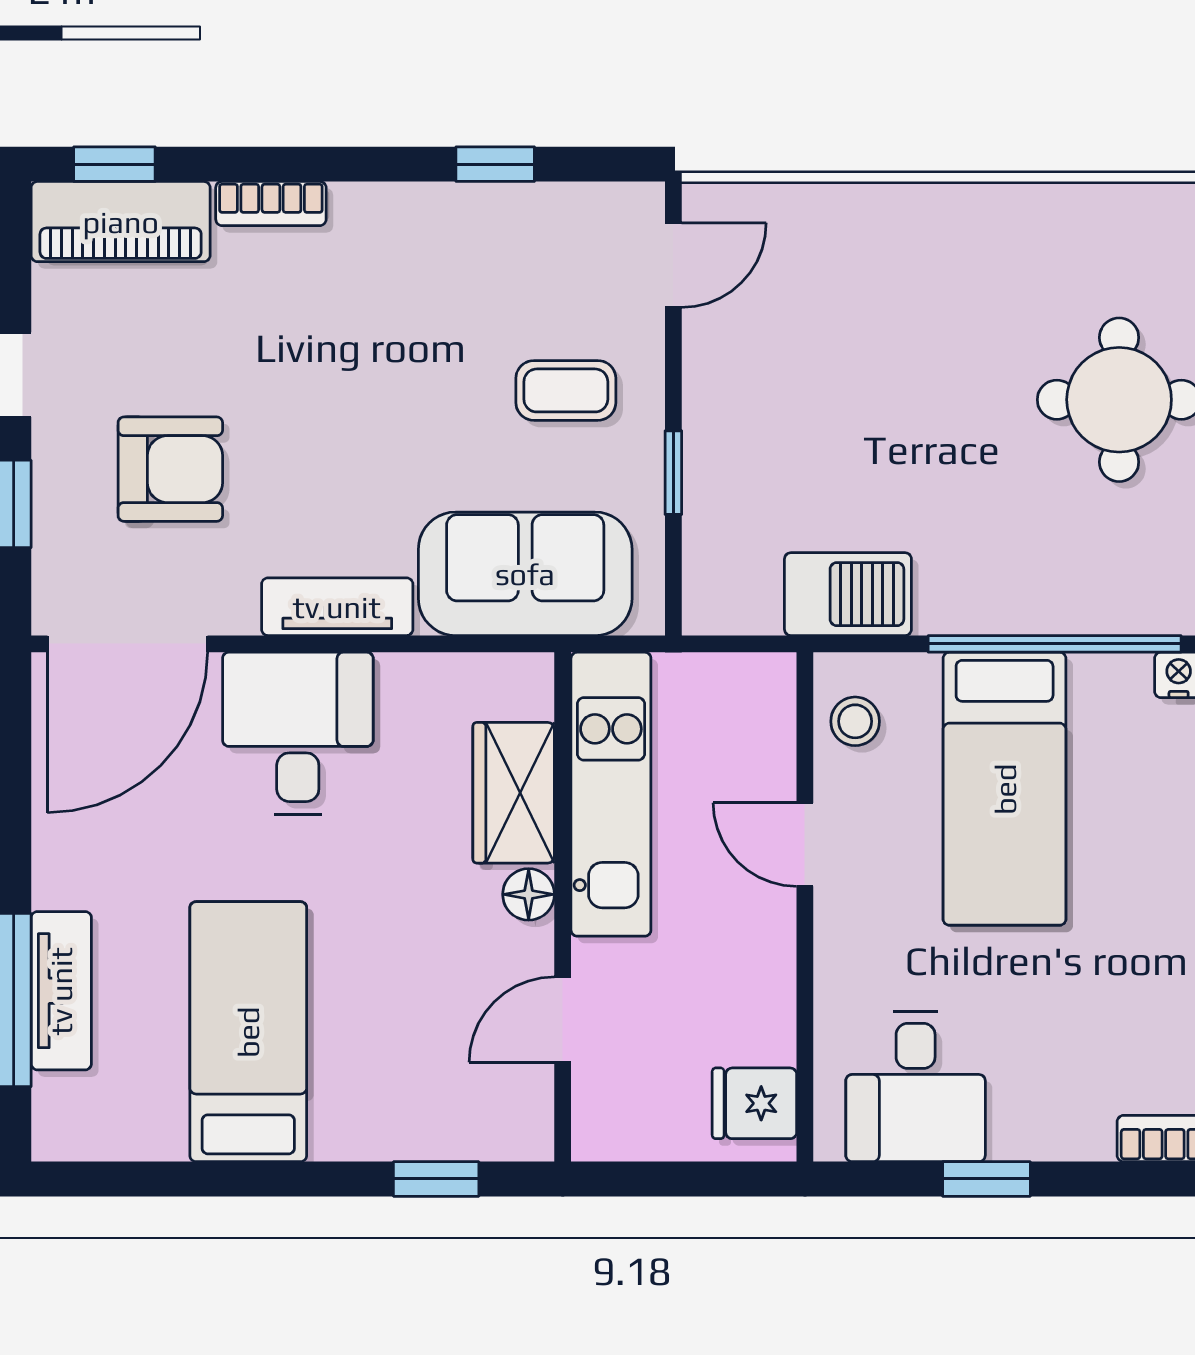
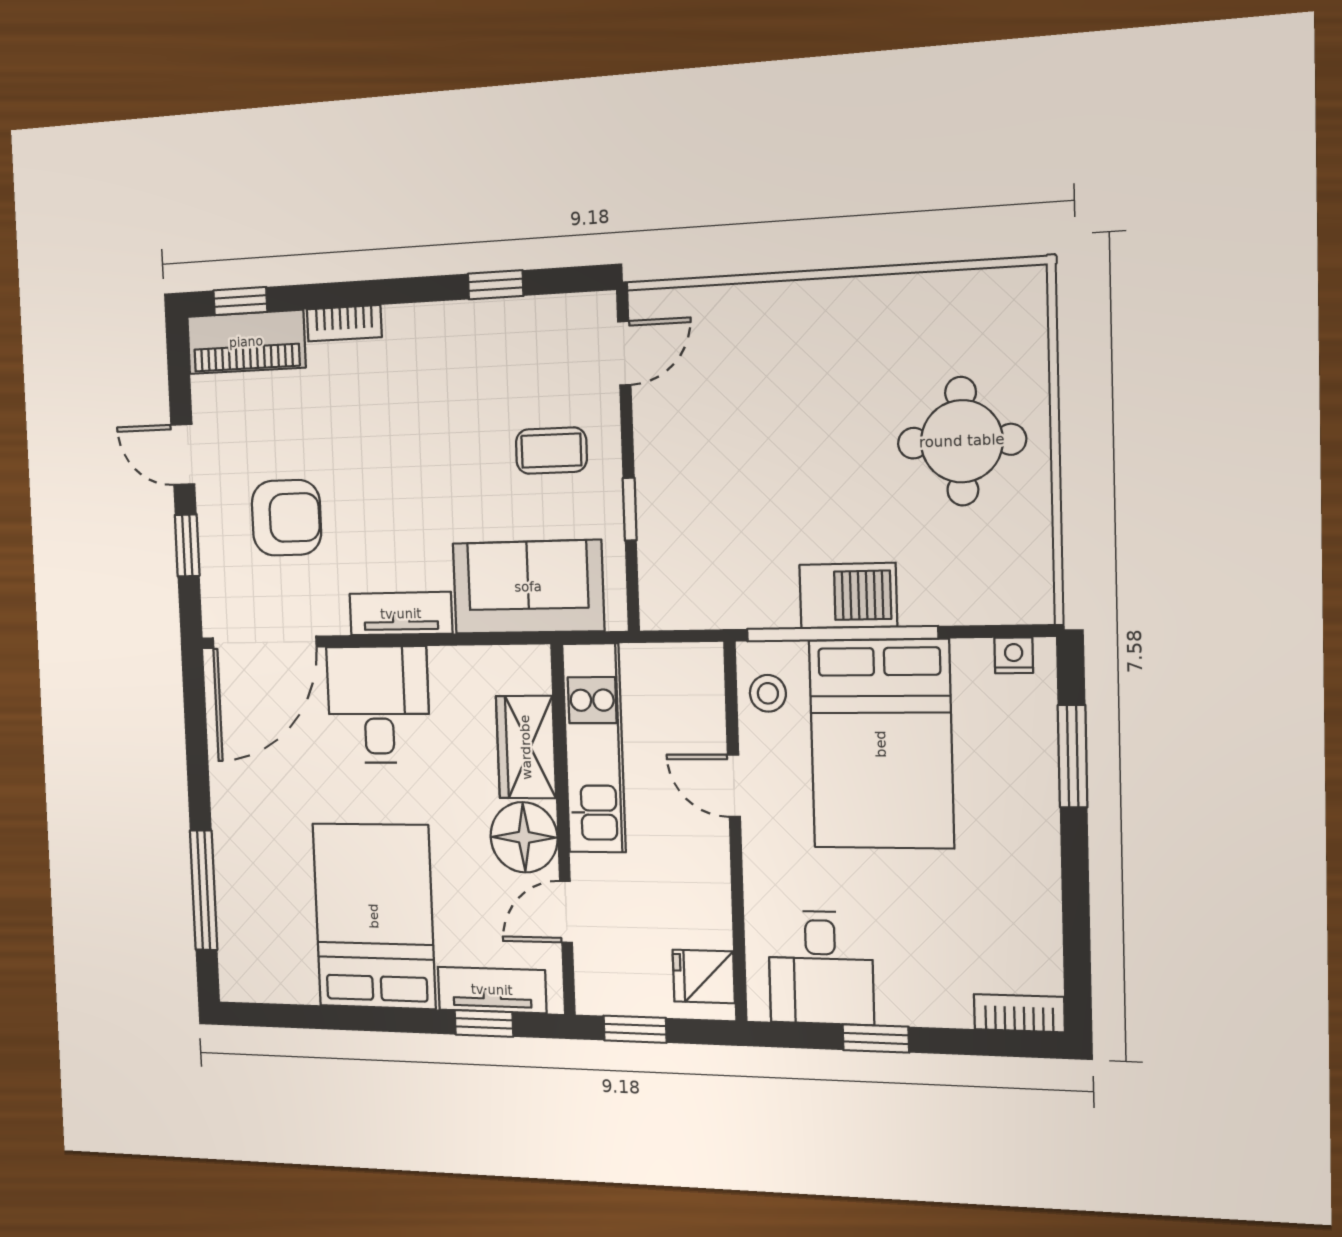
barbecue: (848, 594) -> (848, 596), moved
window: (1055, 644) -> (842, 634), moved
bed: (1005, 789) -> (881, 744), width x1.50
floor lamp: (529, 894) -> (524, 837), width x1.89, depth x1.89
tv unit: (61, 991) -> (492, 990), moved, turned -90
bed: (248, 1032) -> (374, 916), width x1.50
window: (655, 1179) -> (635, 1029), added

